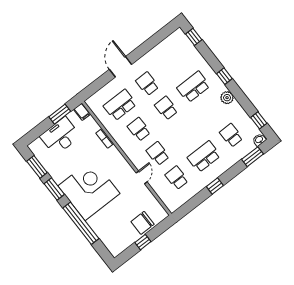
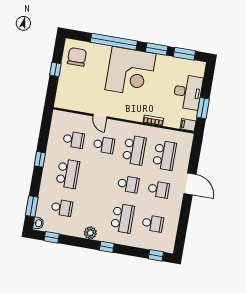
school desk: (175, 63) -> (153, 223), added
school desk: (139, 129) -> (134, 150), width x1.85
chair: (143, 223) -> (77, 57), moved

